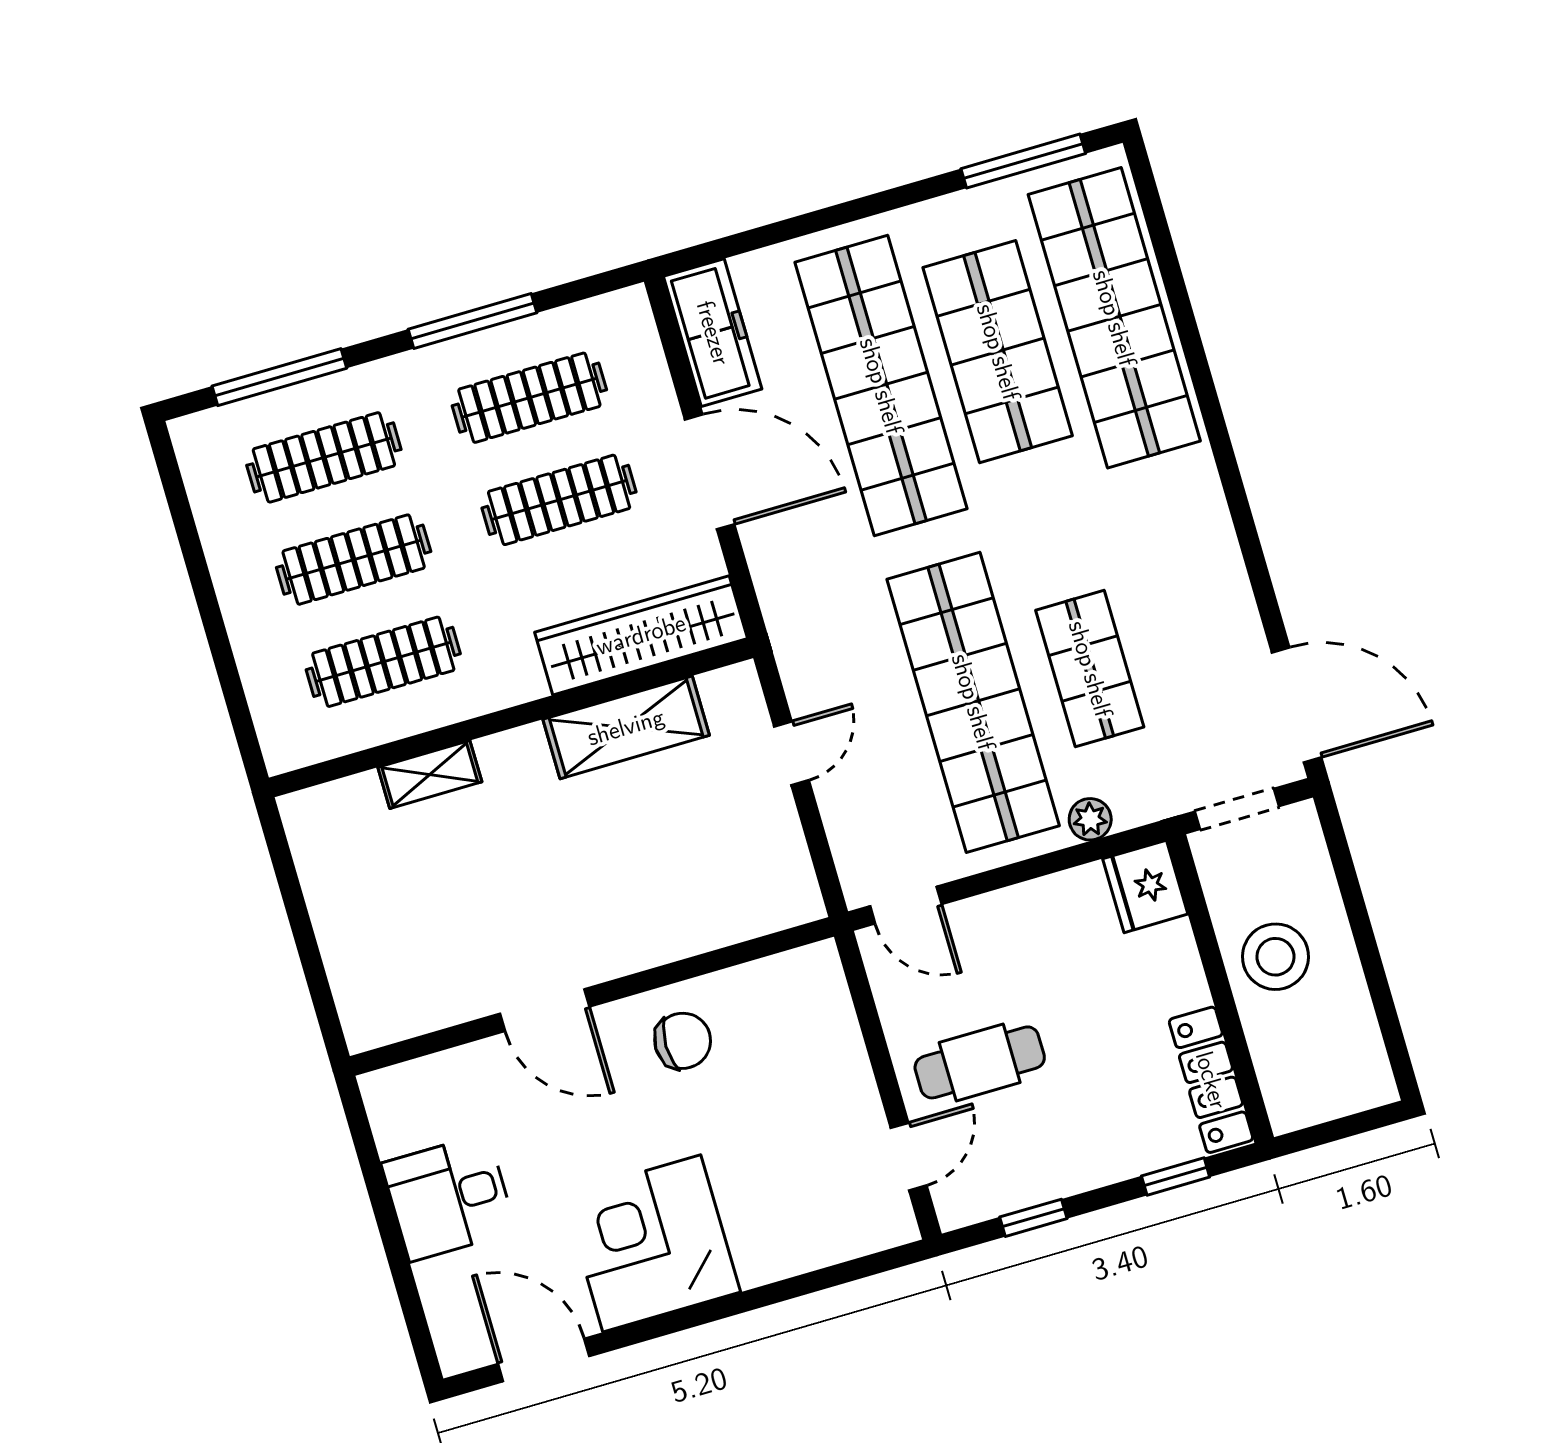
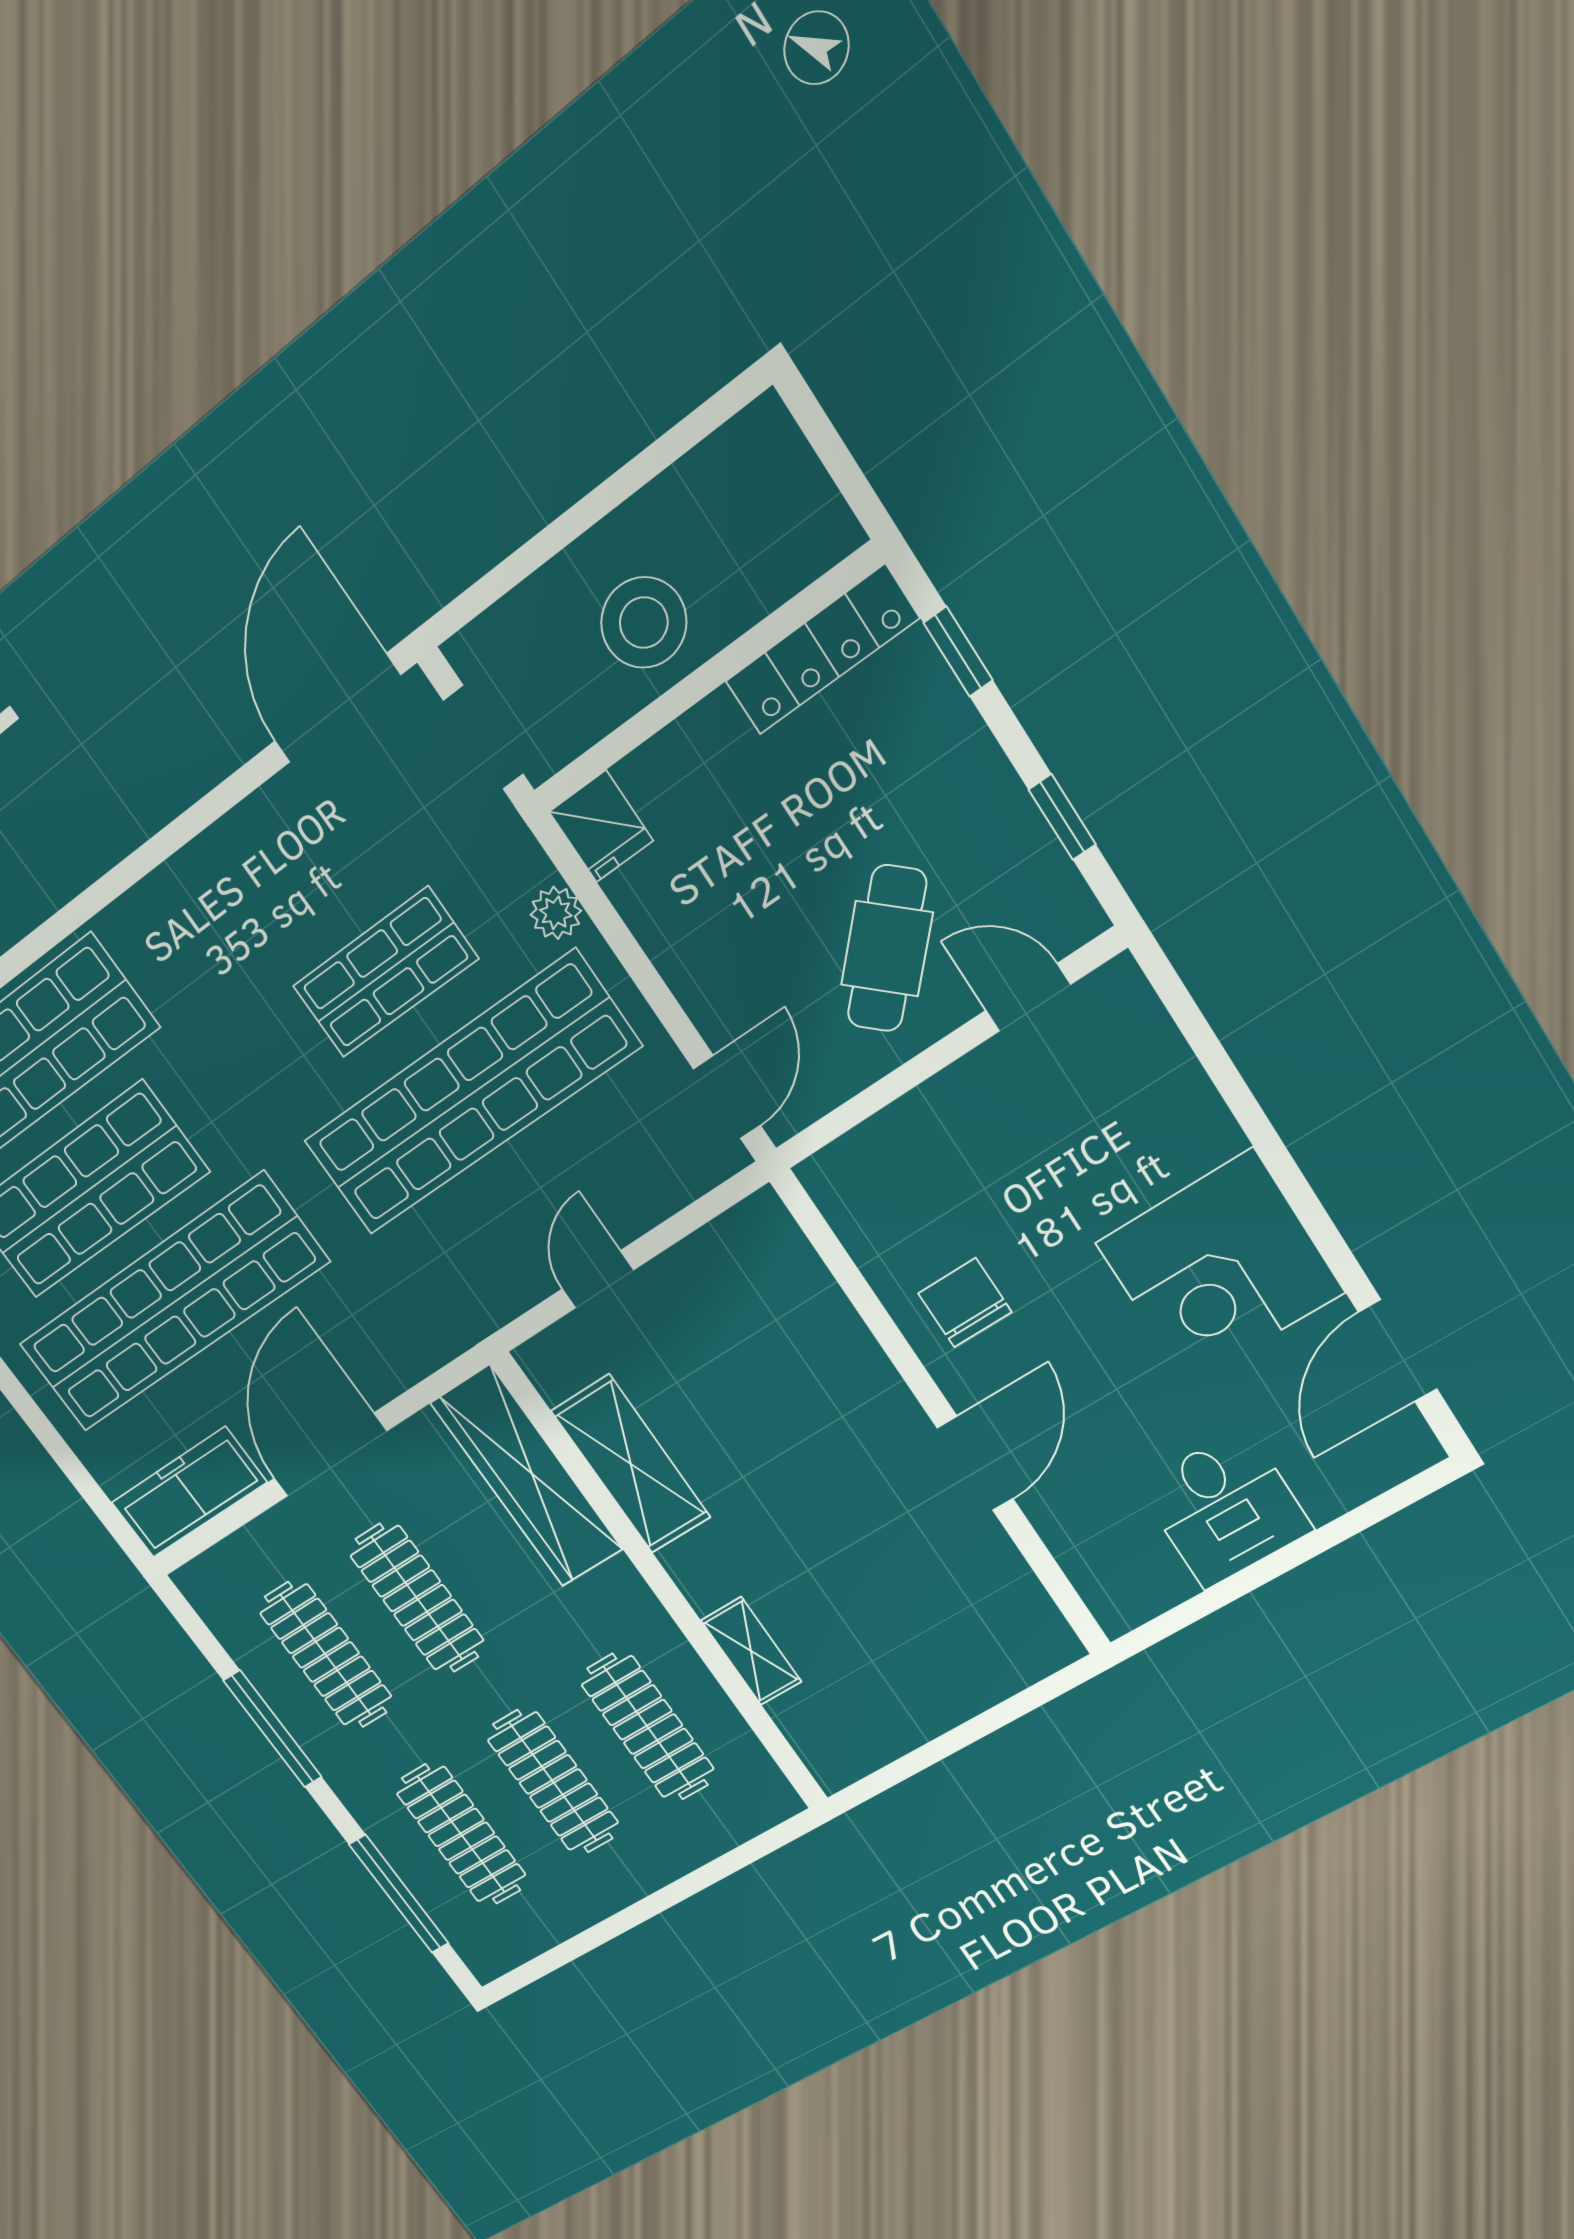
door: (791, 753) -> (598, 1279), hinge flipped
fridge: (1145, 886) -> (601, 826), width x0.72
cafe table: (980, 1062) -> (887, 949), turned 43

